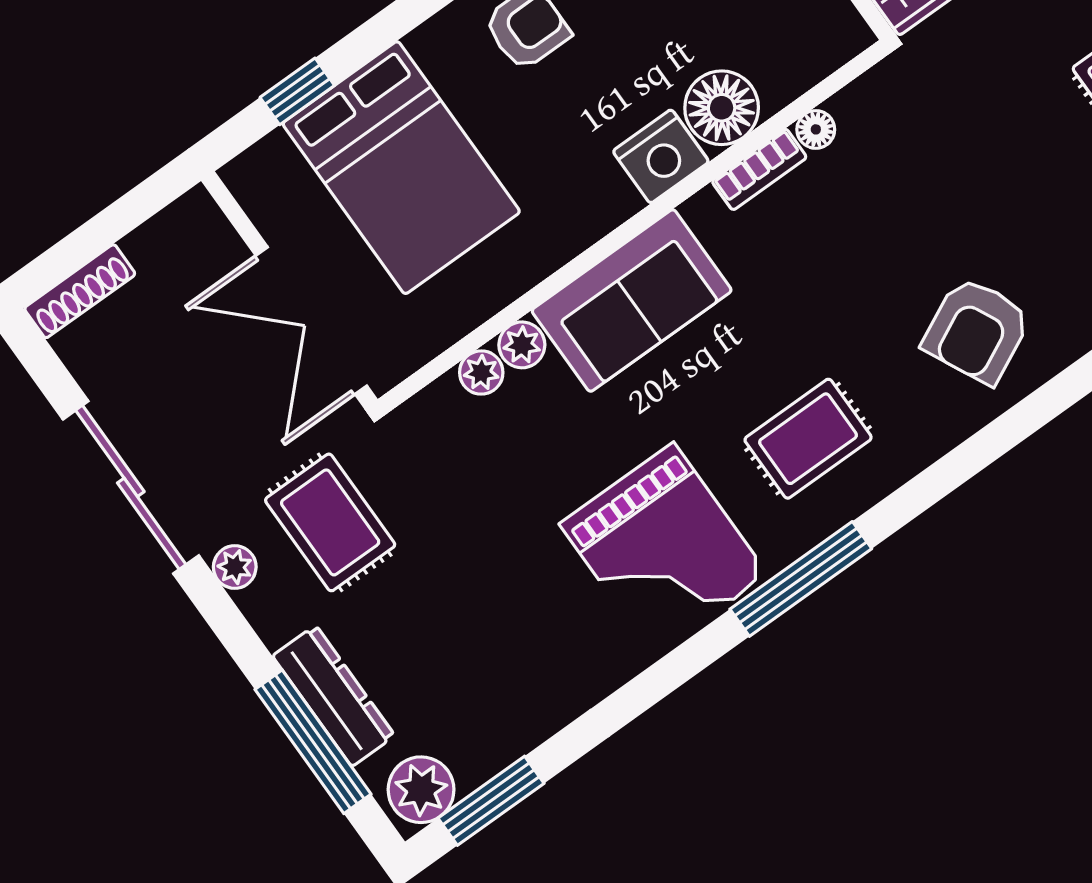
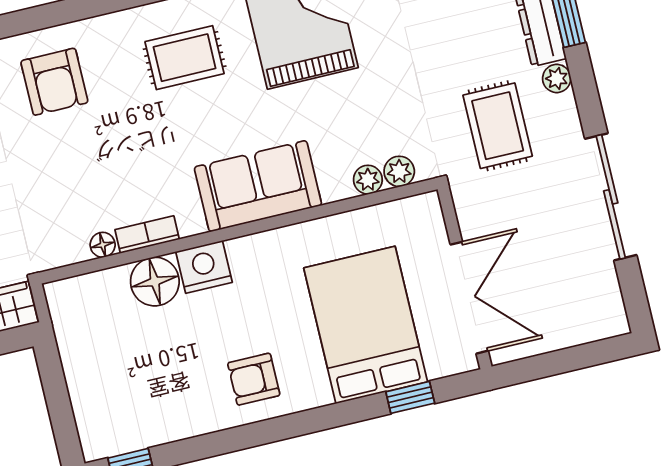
shoe rack: (80, 291) -> (593, 330), removed
double door: (311, 321) -> (469, 298), moved
armchair: (977, 330) -> (54, 82), turned 116
plant: (522, 345) -> (399, 171), moved
plant: (235, 567) -> (557, 78), moved

